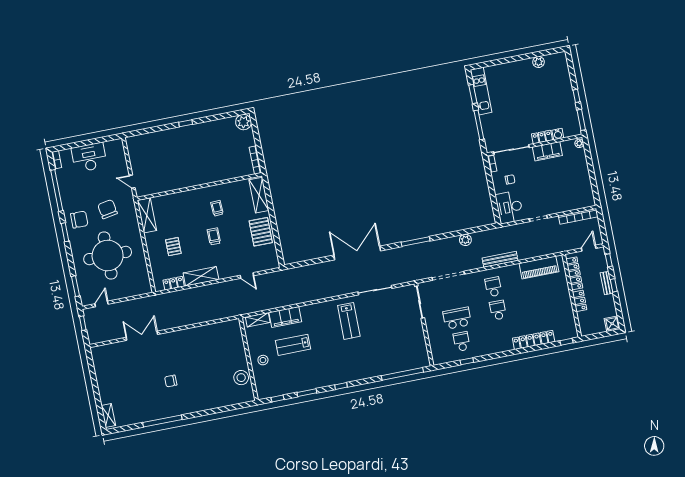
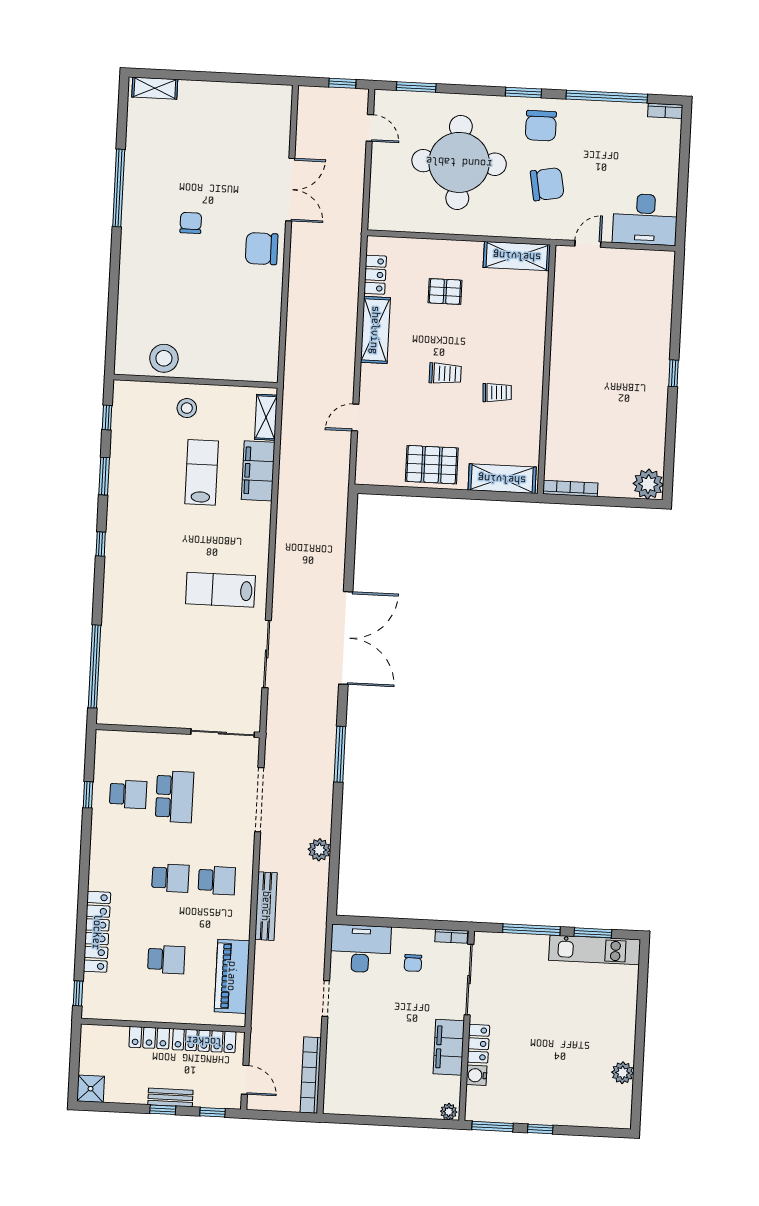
desk: (89, 157) -> (645, 219), moved, turned 90
school desk: (539, 302) -> (166, 959), added
chair: (175, 343) -> (262, 249), added

